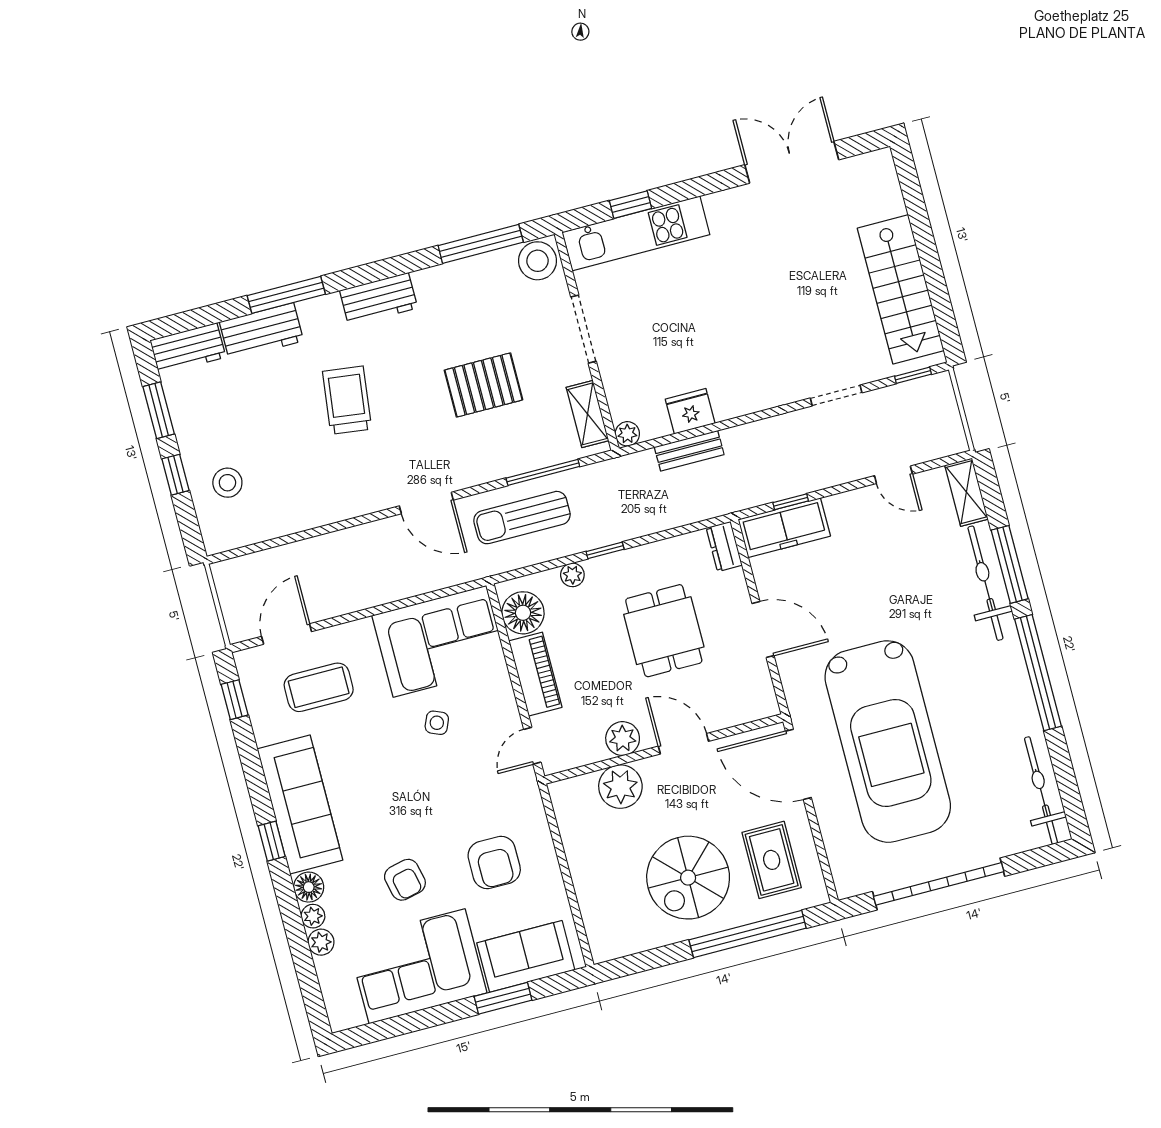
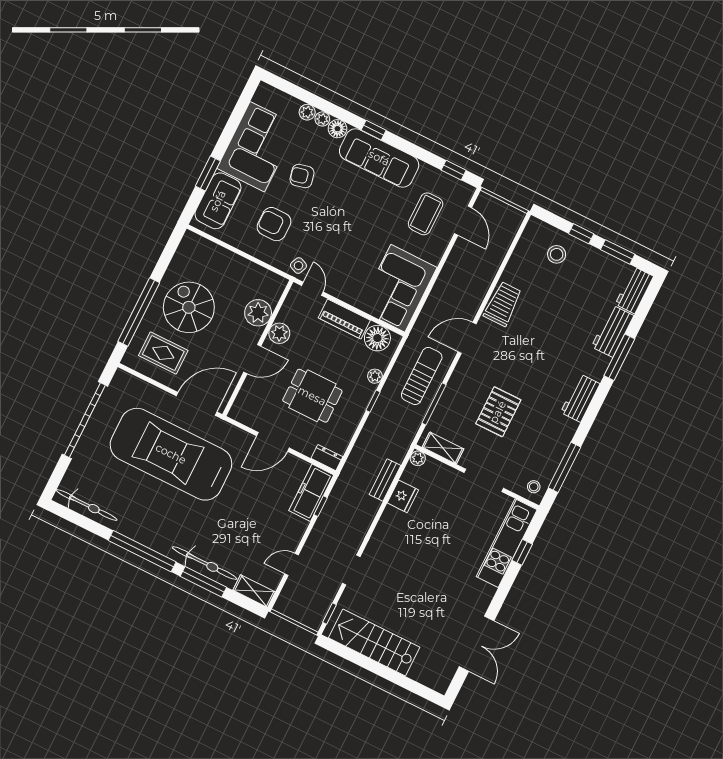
stool: (537, 261) -> (534, 487), width x0.53, depth x0.53
trolley: (347, 400) -> (503, 304), moved, turned -97
side table: (437, 723) -> (298, 266), moved

